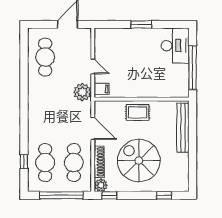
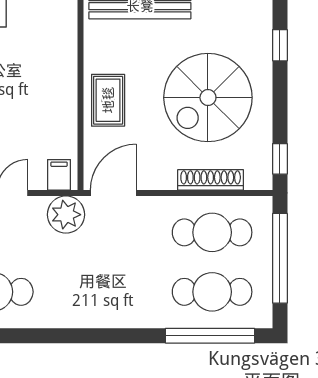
door: (93, 128) -> (113, 193), moved
window: (24, 162) -> (210, 336), width x3.17
plant: (101, 185) -> (259, 176), removed

